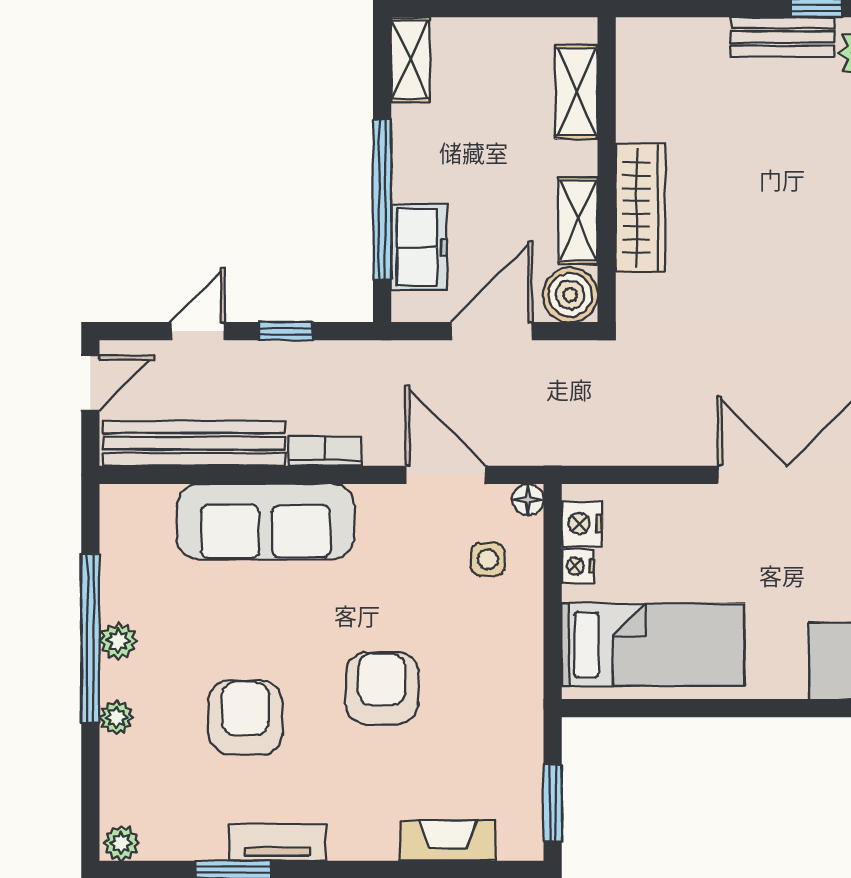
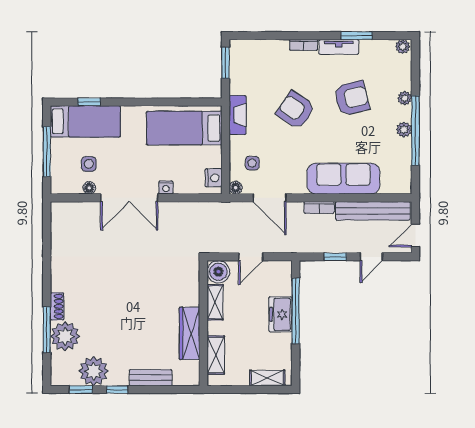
bench: (783, 37) -> (151, 378), moved
shelving: (410, 60) -> (267, 378), moved, turned 90
wardrobe: (640, 208) -> (190, 333), moved
freezer: (419, 247) -> (280, 314), moved
door: (491, 331) -> (251, 257), width x0.73
nightstand: (578, 566) -> (166, 188), moved, turned 90
armchair: (382, 688) -> (296, 110), turned 124
armchair: (245, 717) -> (352, 98), turned -104
fireplace: (448, 840) -> (238, 115), moved, turned -90
bookcase: (363, 847) -> (304, 45), added

